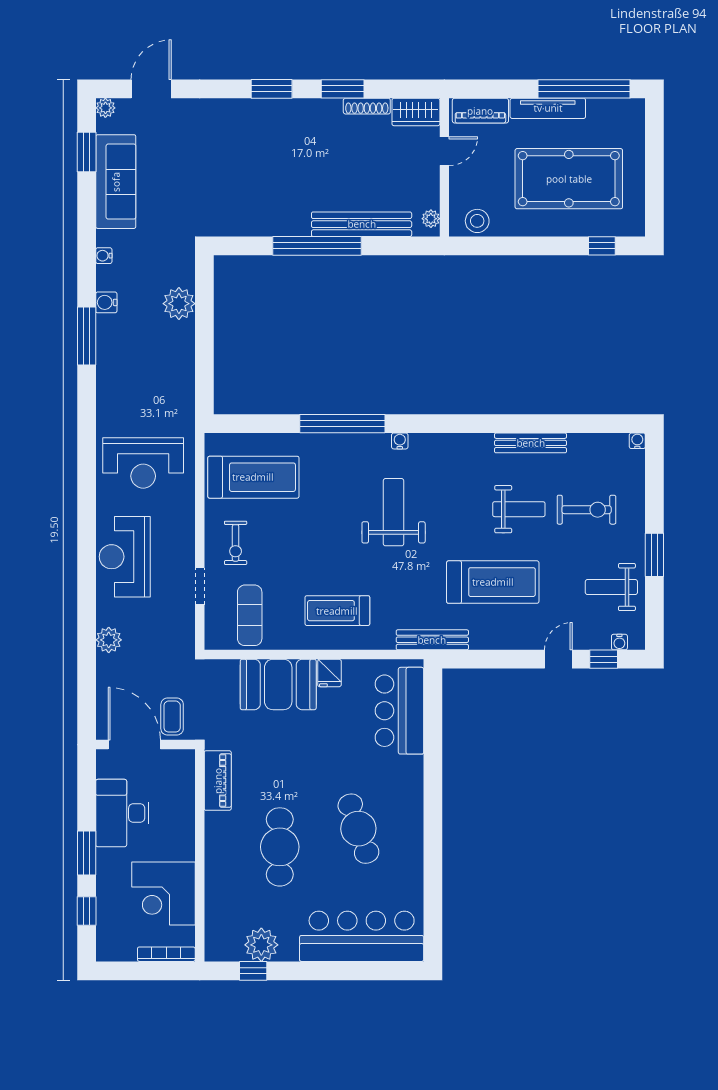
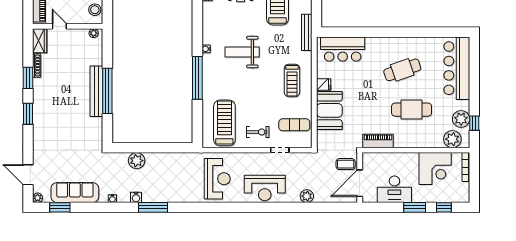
bench: (362, 224) -> (96, 91), moved
plant: (221, 928) -> (452, 139), added

